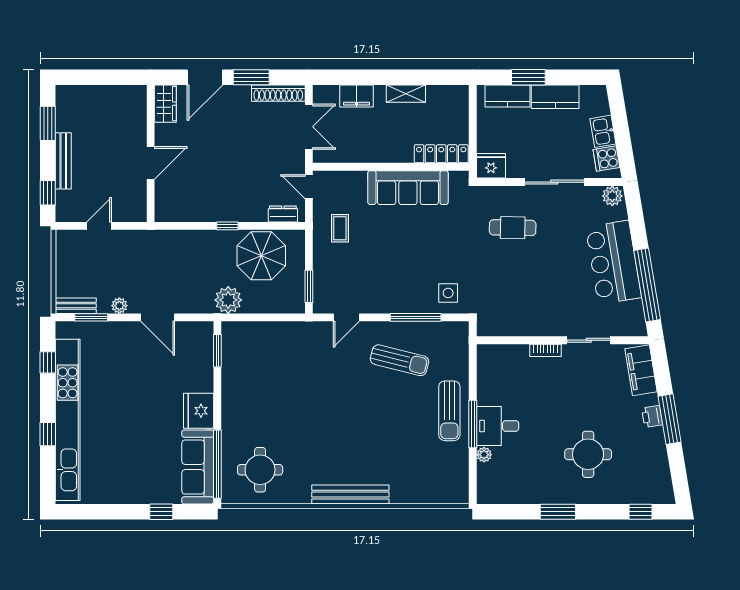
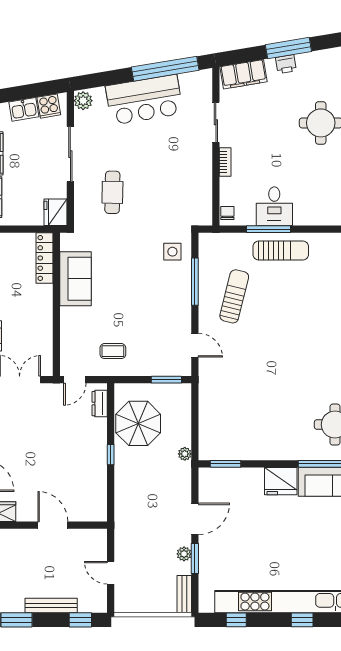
sofa: (408, 188) -> (76, 279), width x0.73
plant: (228, 300) -> (185, 454), width x0.53, depth x0.53
window: (91, 317) -> (195, 559), moved
chair: (490, 353) -> (227, 213), added
window: (473, 424) -> (269, 229), moved
desk: (498, 426) -> (274, 206), moved
plant: (484, 455) -> (321, 219), removed

